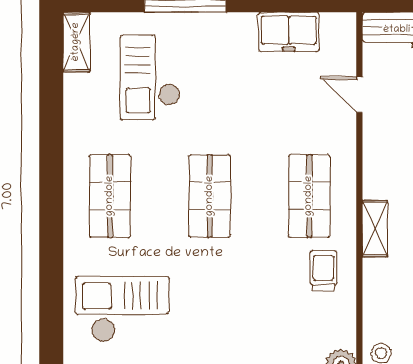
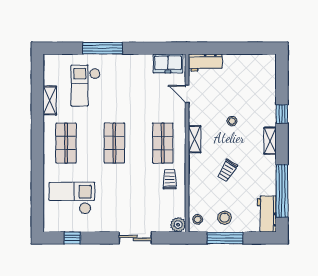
freezer: (289, 32) -> (168, 63), moved
shelving: (76, 42) -> (50, 100), moved
shelving: (375, 229) -> (195, 139), moved

